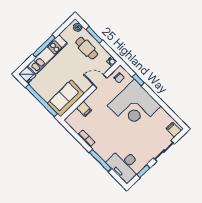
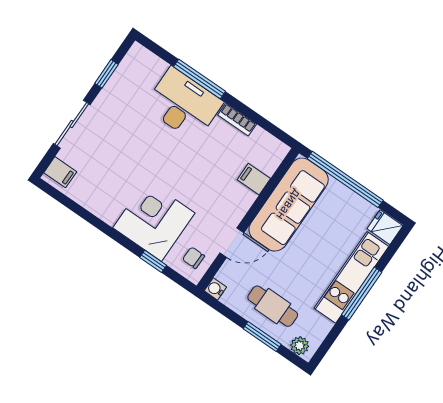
sofa: (66, 98) -> (289, 205), width x1.36
corner desk: (134, 106) -> (154, 220), width x0.74, depth x0.74
desk: (125, 165) -> (183, 104), moved

